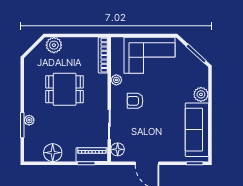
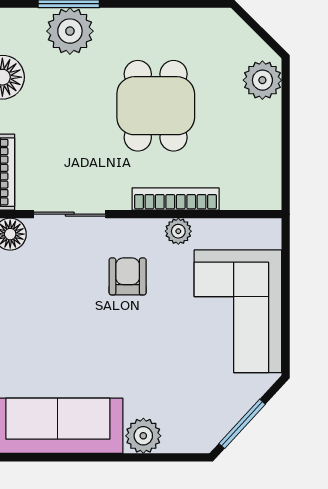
bookcase: (103, 55) -> (176, 199), moved
plant: (29, 120) -> (70, 31), width x1.88, depth x1.88

